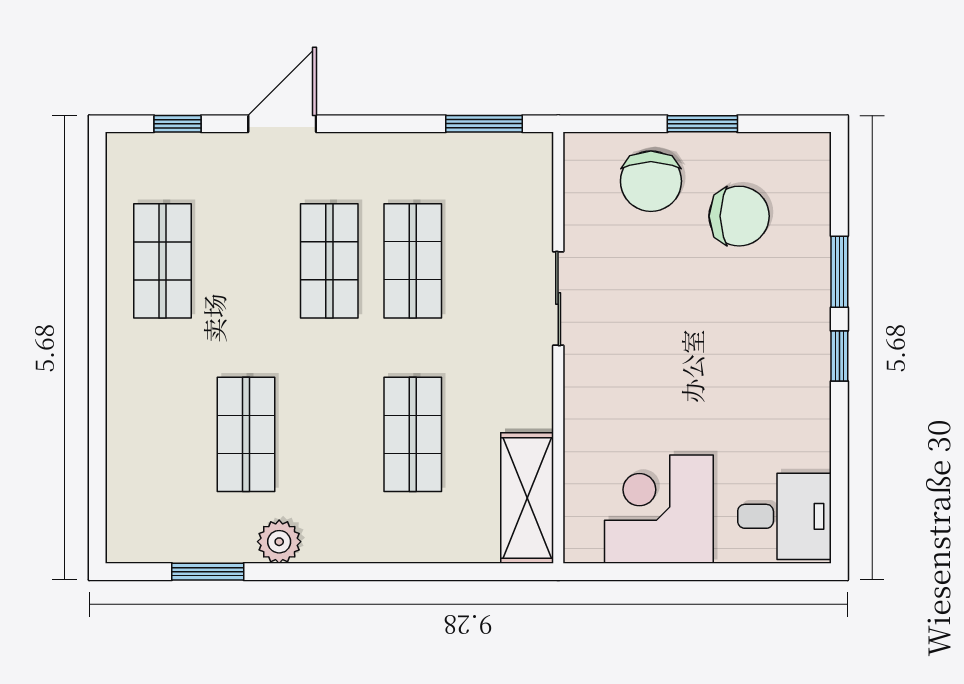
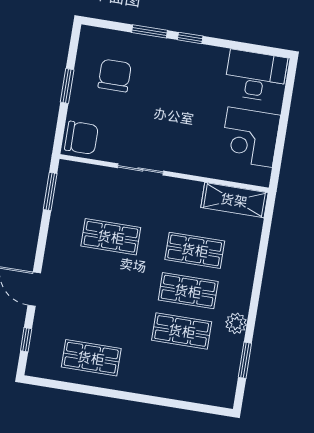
chair: (651, 181) -> (81, 138), moved
shop shelf: (329, 261) -> (188, 291), moved
desk: (784, 516) -> (256, 76), width x1.37

